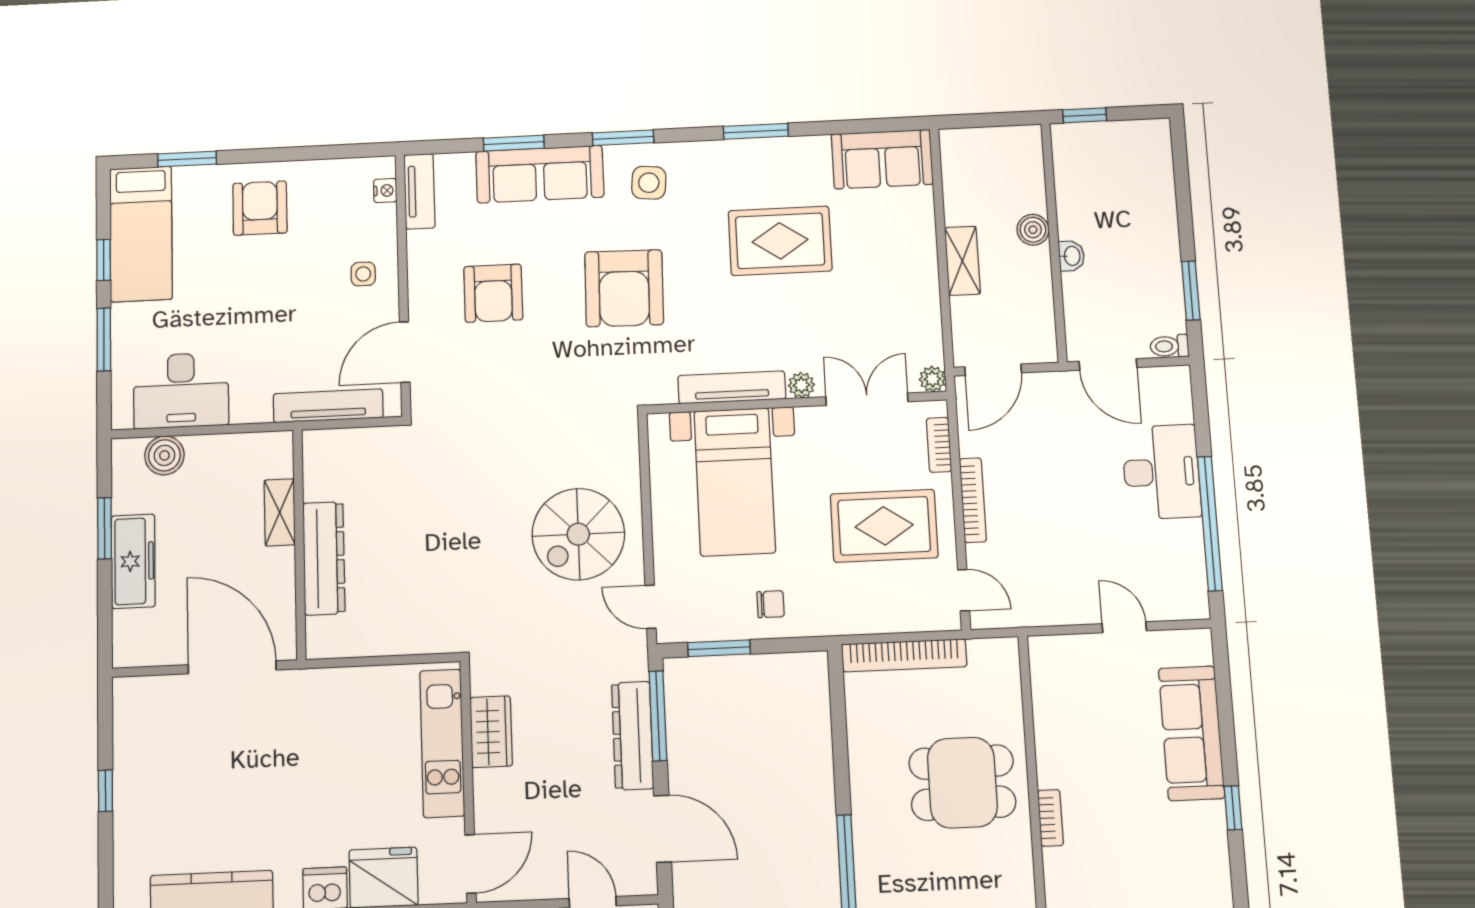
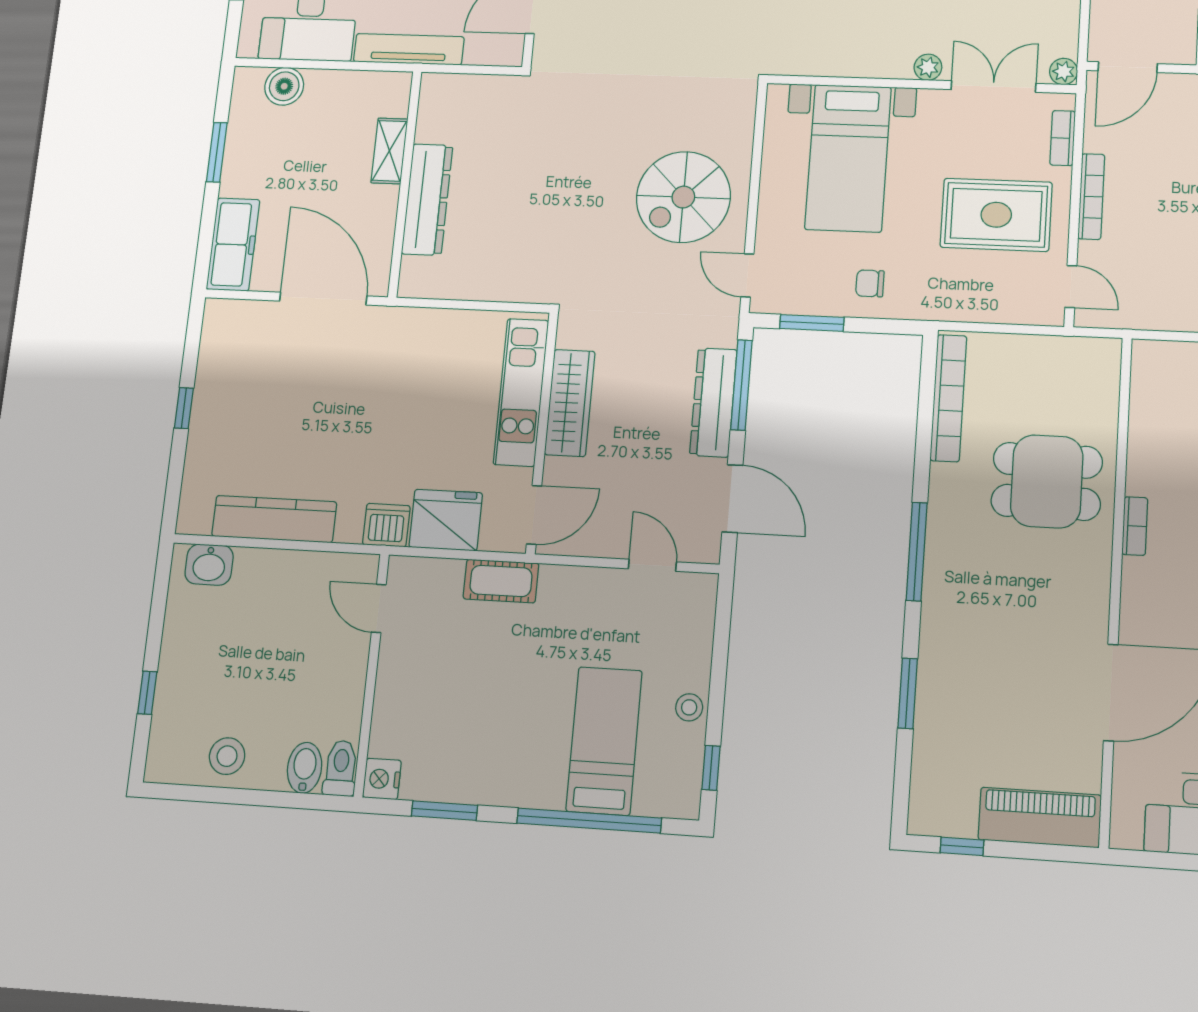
tv unit: (732, 387) -> (857, 64), removed
tv unit: (328, 406) -> (409, 49), moved
freezer: (133, 561) -> (233, 244), moved
chair: (771, 604) -> (870, 283), turned 180
bookcase: (904, 655) -> (948, 398), moved, turned -90
wardrobe: (491, 732) -> (570, 403), width x1.50

